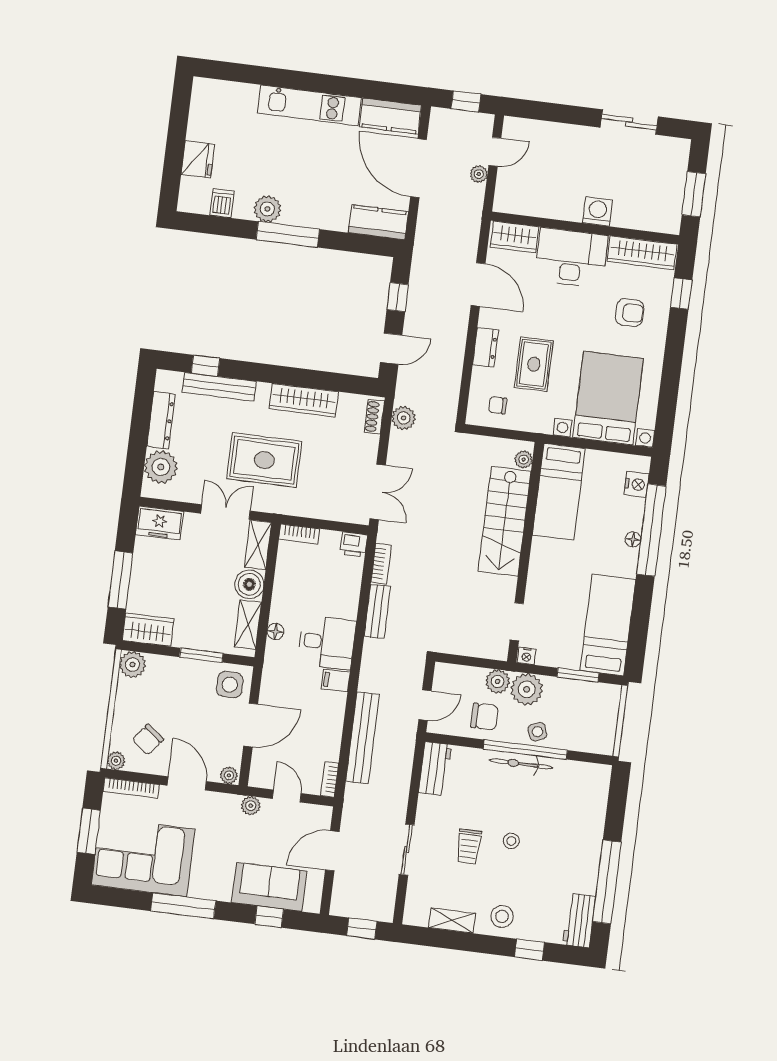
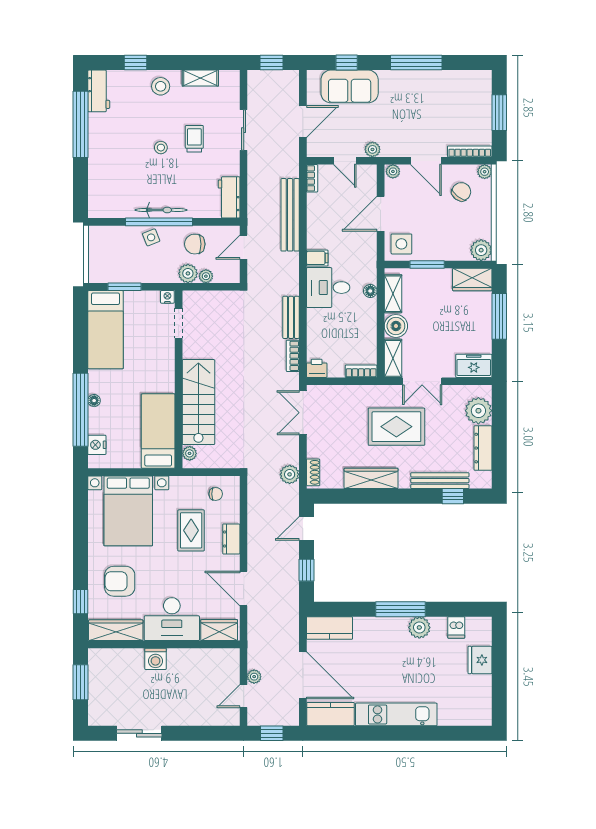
armchair: (630, 313) -> (120, 581), width x1.38, depth x1.38
plant: (527, 689) -> (206, 276), moved, width x0.53, depth x0.53
corner sofa: (143, 857) -> (453, 98), removed

